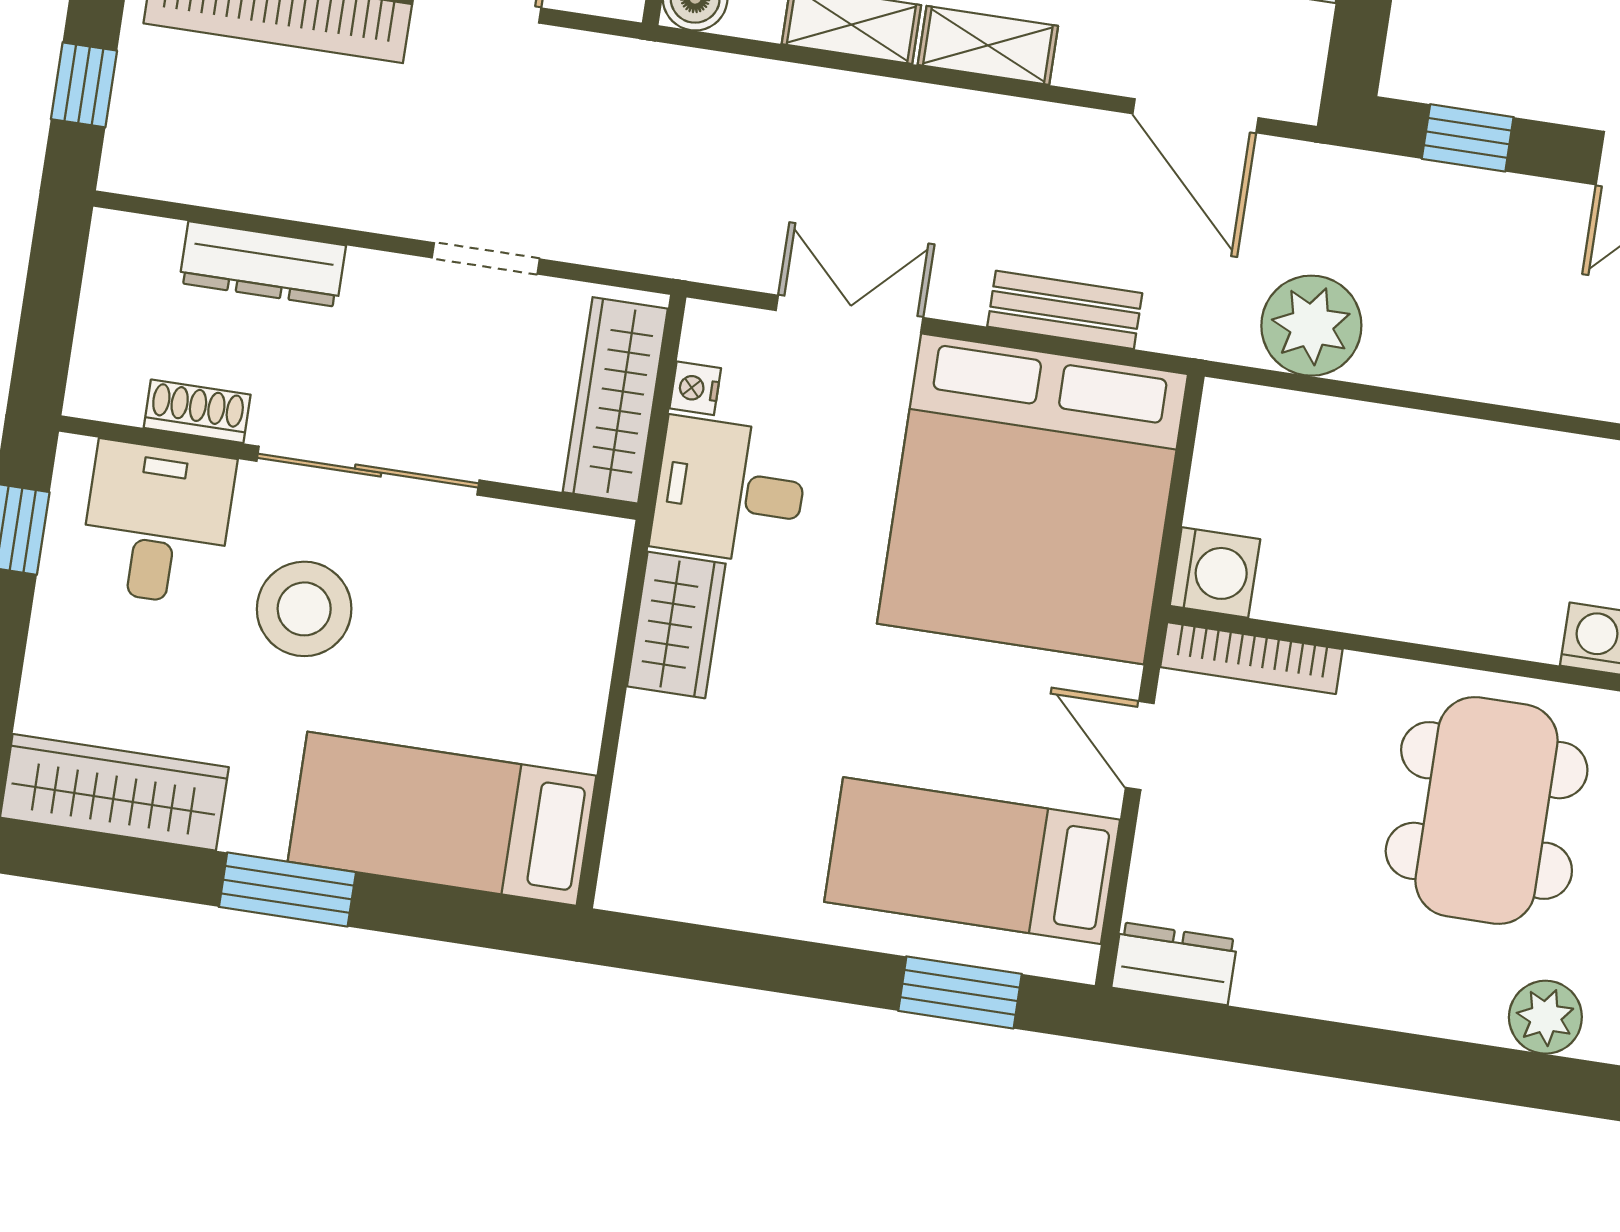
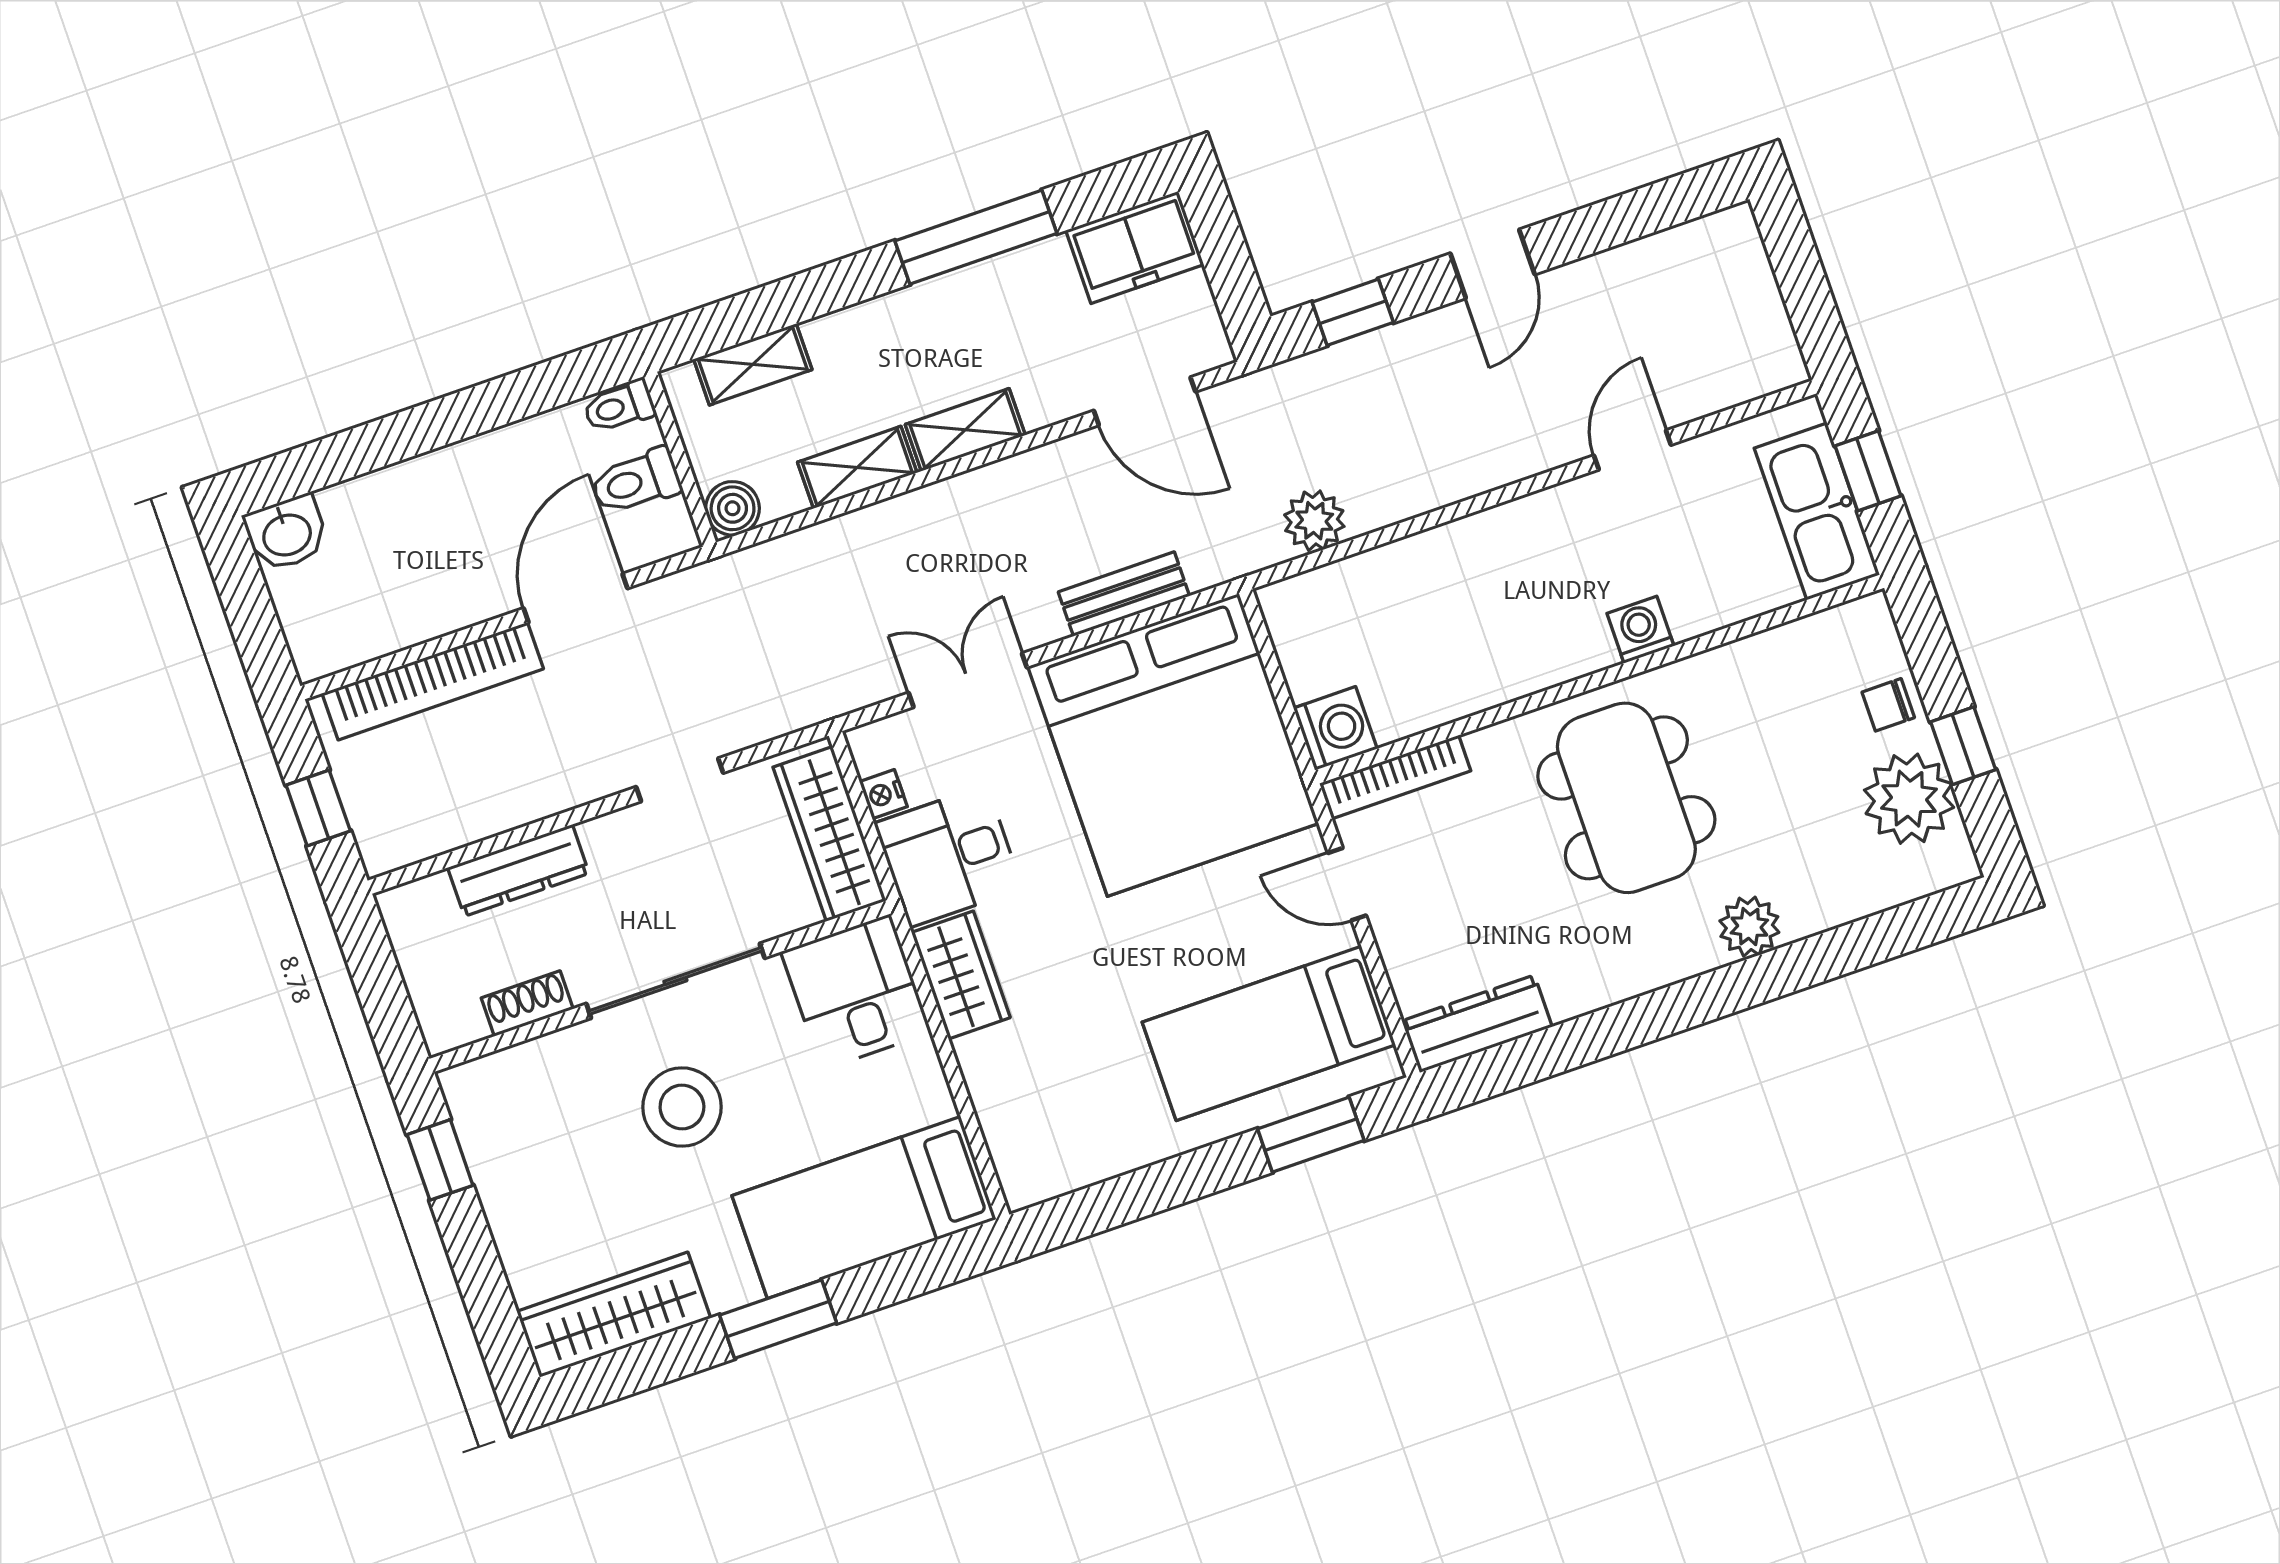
plant: (1311, 326) -> (1314, 521), width x0.73, depth x0.73
desk: (157, 523) -> (856, 992), moved
dresser: (1174, 964) -> (1477, 1024), width x1.44

